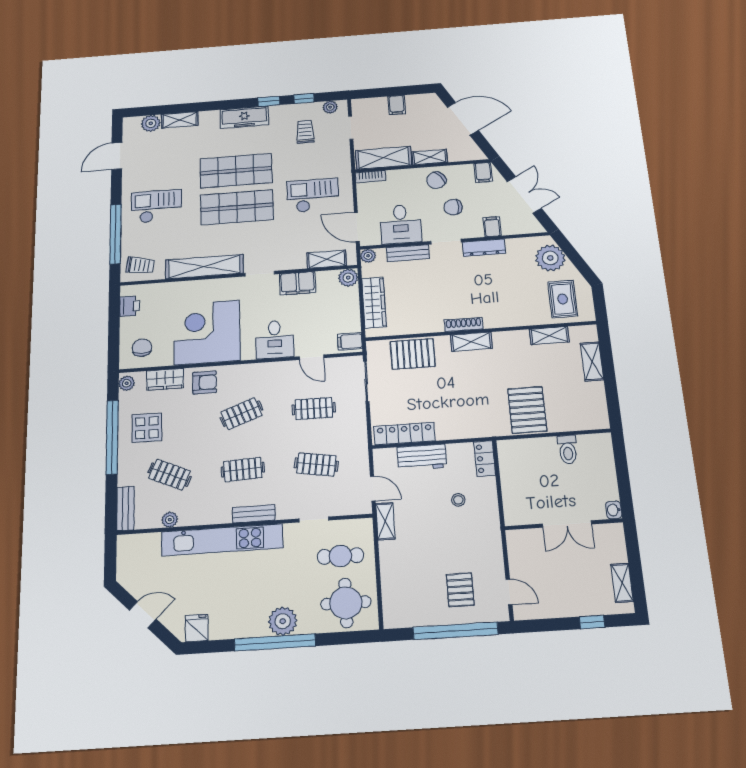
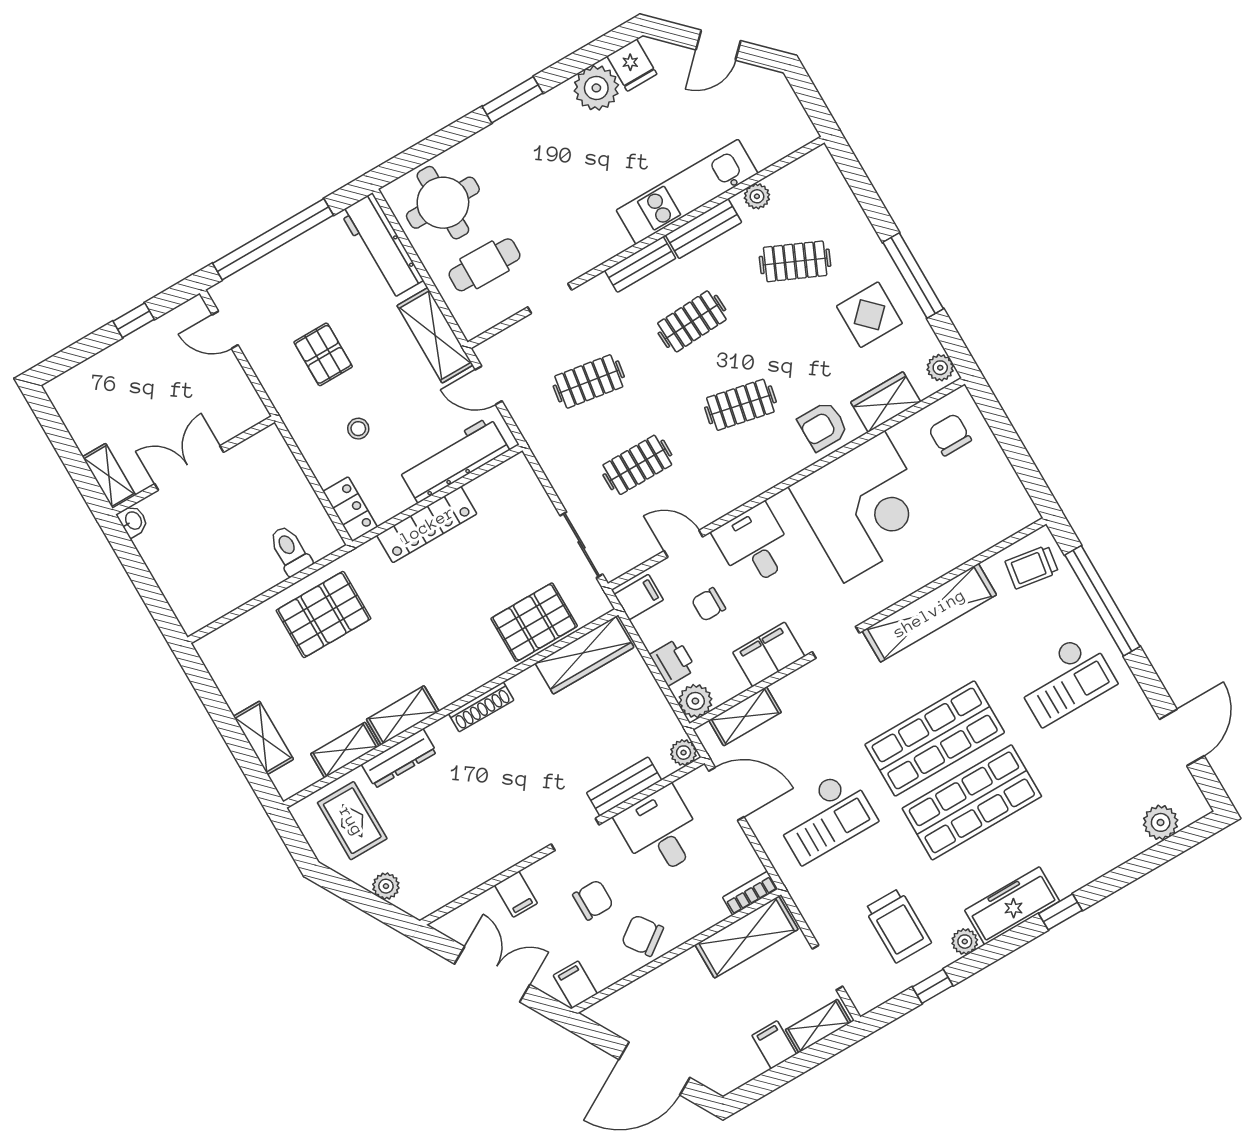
window: (269, 101) -> (1060, 912), moved
plant: (330, 107) -> (965, 942), moved
shelving: (180, 120) -> (1116, 851), removed
trolley: (305, 132) -> (898, 926), width x1.36, depth x1.39
shelving: (430, 157) -> (818, 1026), moved
chair: (436, 180) -> (642, 936), turned -88
double door: (524, 195) -> (492, 974), swing flipped
dresser: (484, 248) -> (399, 758), moved, turned 180
plant: (550, 258) -> (386, 886), width x0.53, depth x0.53
wardrobe: (374, 303) -> (585, 655), moved, turned -90
printer: (130, 306) -> (673, 662), moved, turned 180
chair: (315, 321) -> (709, 604), added
shelving: (471, 342) -> (403, 715), moved
chair: (142, 348) -> (950, 435), turned 180
pallet: (527, 410) -> (324, 615), turned 90
clothes rail: (242, 414) -> (740, 405), turned 33
locker: (404, 434) -> (427, 525), moved
window: (112, 437) -> (913, 276), width x0.68
toilet: (568, 450) -> (290, 550), moved
workbench: (422, 457) -> (454, 460), width x1.38
bench: (125, 508) -> (703, 229), moved, turned 90
shelving: (385, 521) -> (435, 335), width x1.50, depth x1.33
kitchen unit: (222, 540) -> (687, 192), width x0.73
shelving: (622, 583) -> (109, 476), moved
pallet: (460, 590) -> (323, 354), moved
workbench: (394, 596) -> (382, 246), added
plant: (283, 621) -> (596, 88), moved
window: (592, 622) -> (134, 320), moved
window: (275, 642) -> (513, 100), width x0.47

